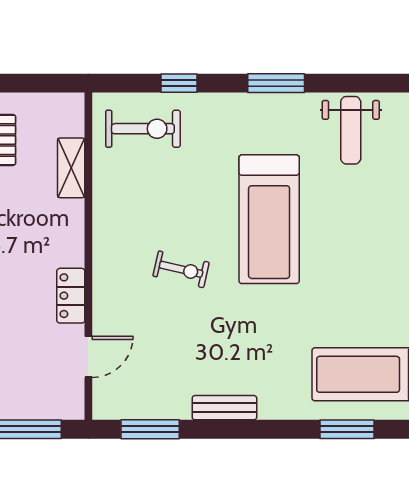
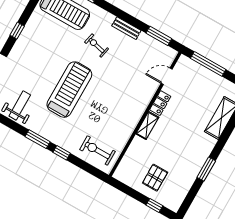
window: (179, 83) -> (62, 153), moved
shelving: (71, 168) -> (147, 126), moved
exercise bike: (181, 269) -> (97, 45), moved

